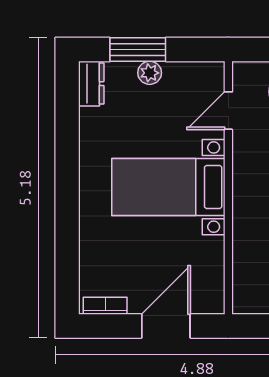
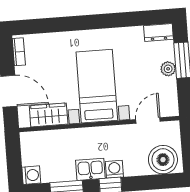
door: (228, 111) -> (148, 120), hinge flipped
wardrobe: (208, 266) -> (49, 115), added

